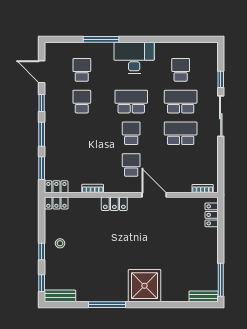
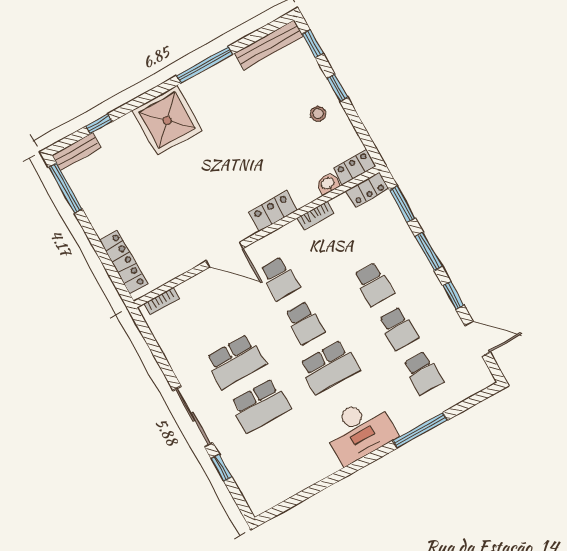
school desk: (181, 70) -> (374, 284), moved
washbasin: (76, 202) -> (328, 184), added
locker: (212, 215) -> (123, 262), width x1.53
bench: (60, 296) -> (269, 45), width x1.36
window: (183, 305) -> (99, 124), added

